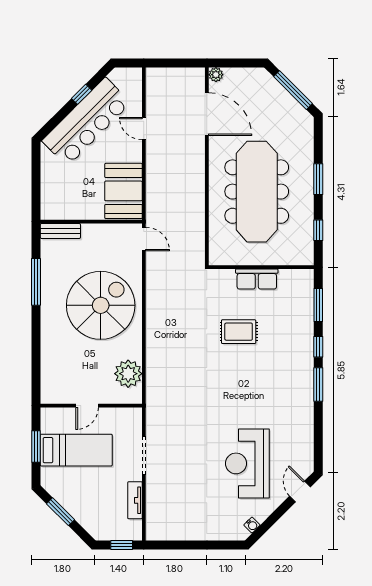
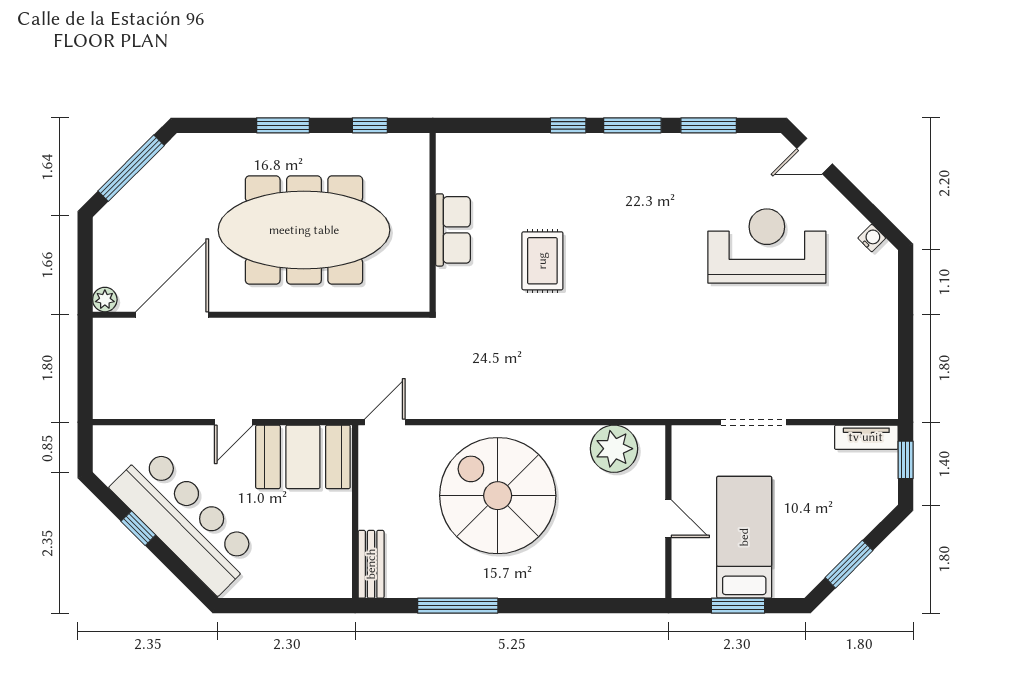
door: (144, 129) -> (234, 422), moved
window: (318, 305) -> (709, 125), moved
reception desk: (247, 463) -> (767, 246), turned 180
tv unit: (135, 500) -> (866, 437), moved

